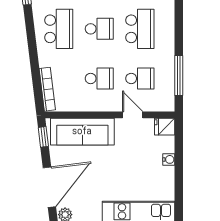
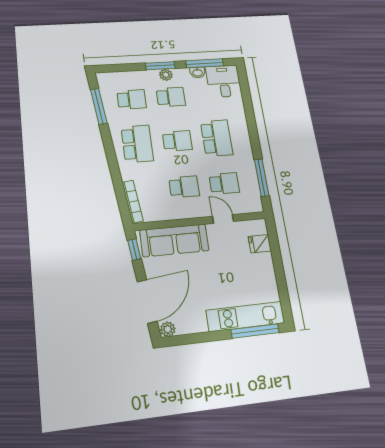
fridge: (165, 127) -> (260, 244), moved
water cooler: (169, 159) -> (267, 259), removed

